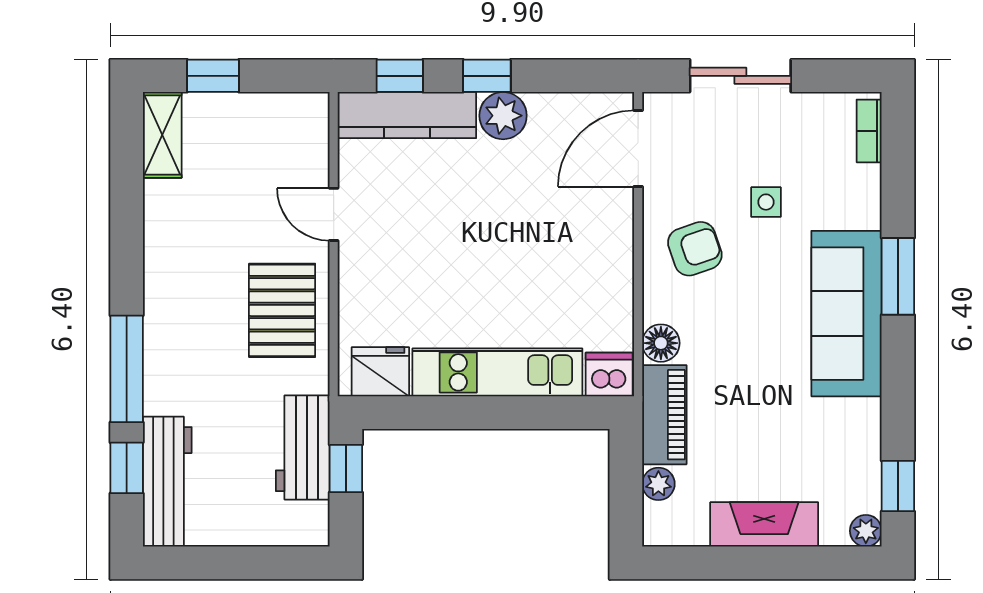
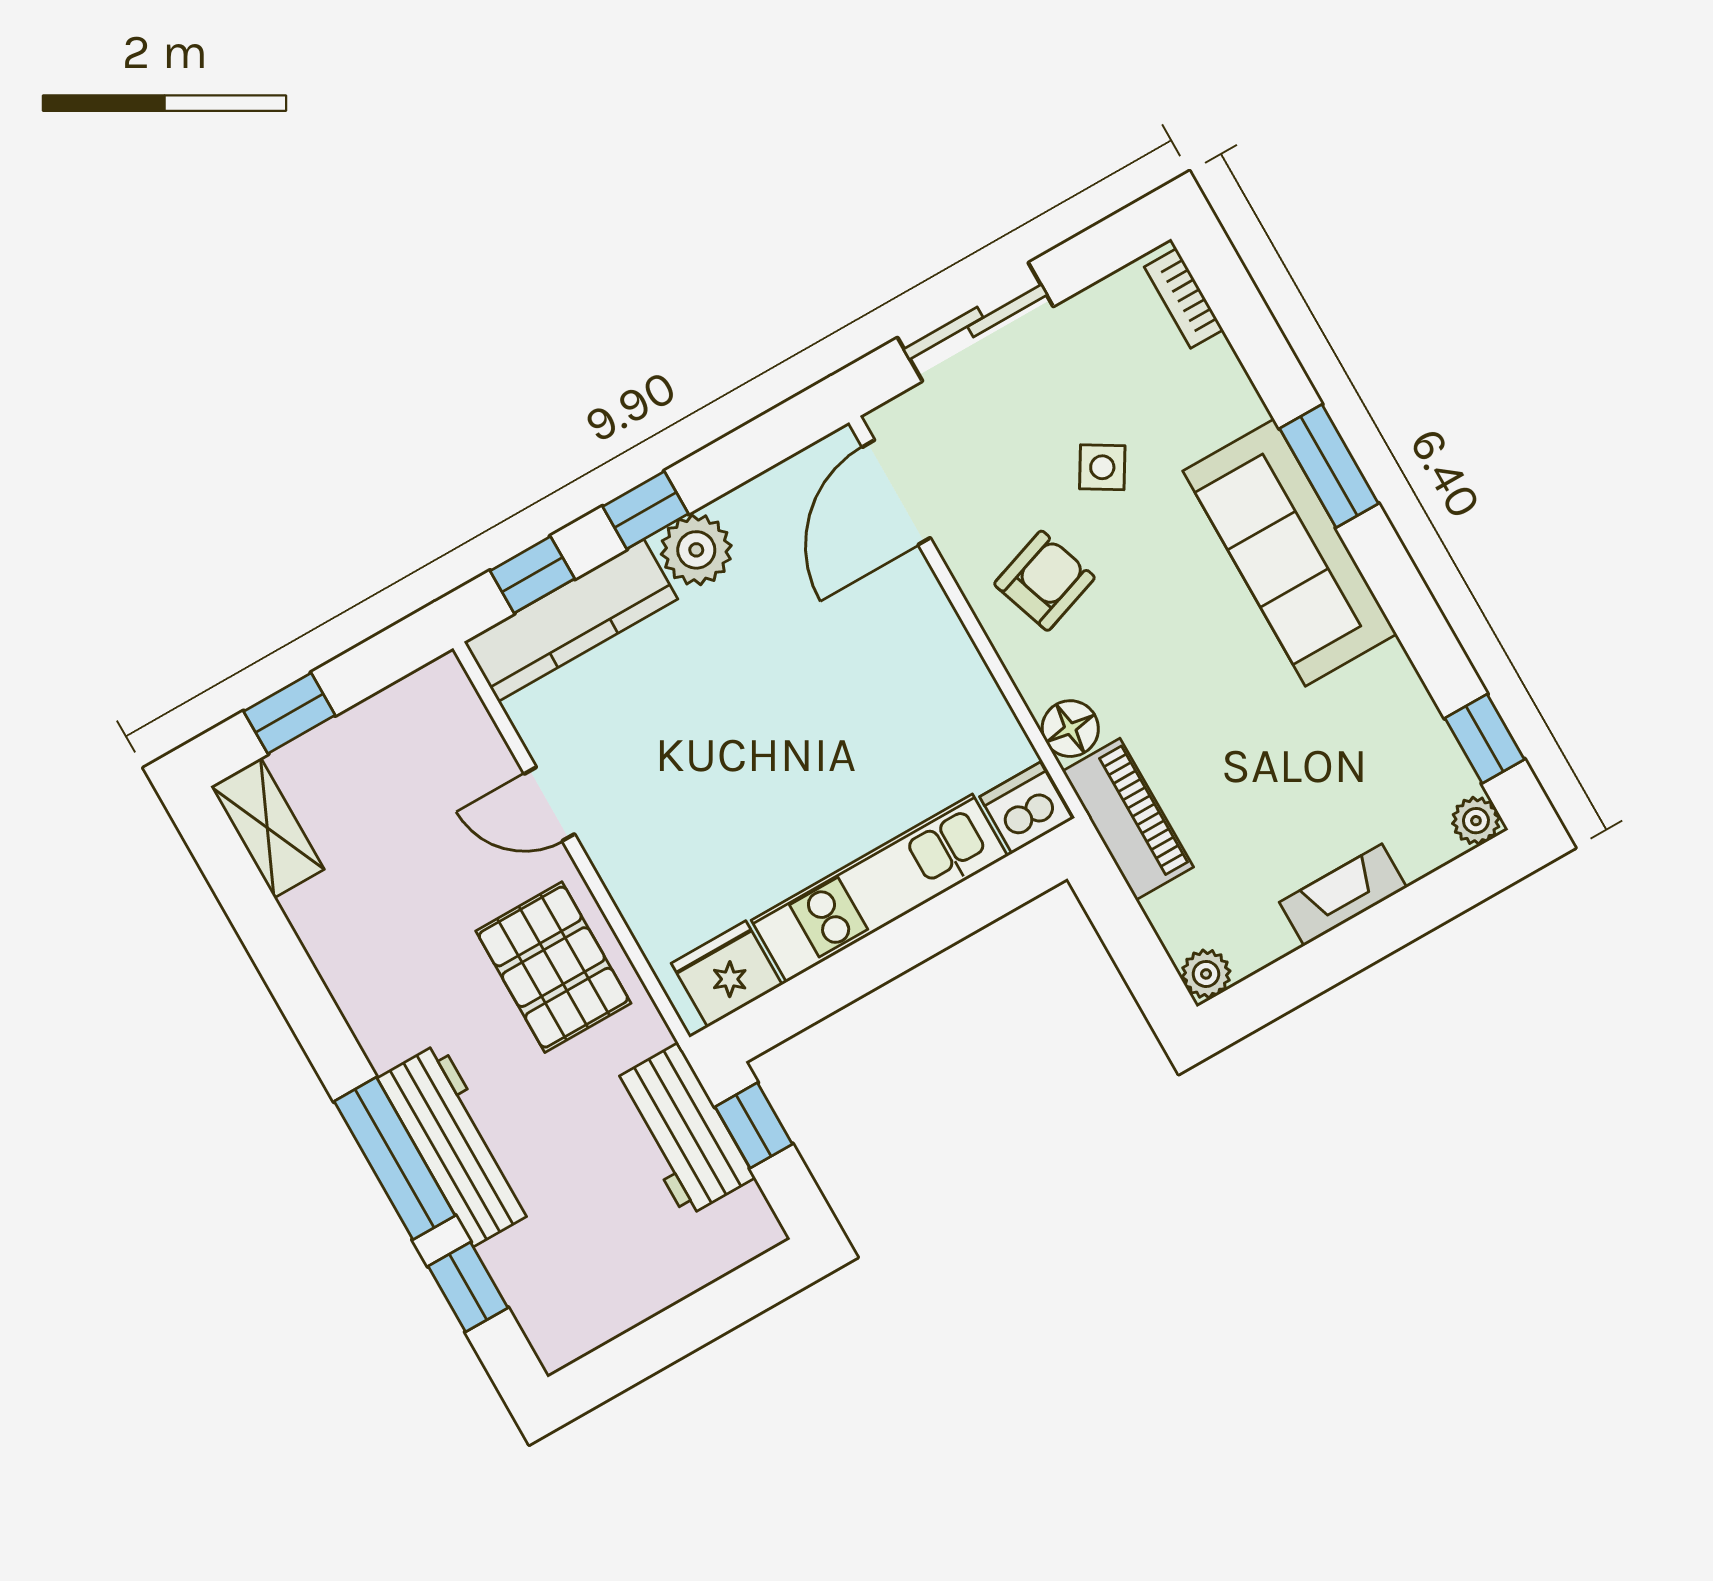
side table: (766, 202) -> (1102, 467), turned 31
workbench: (167, 482) -> (457, 1145), moved
plant: (658, 484) -> (1206, 974), moved
fireplace: (764, 524) -> (1343, 895), width x0.73, depth x0.76

